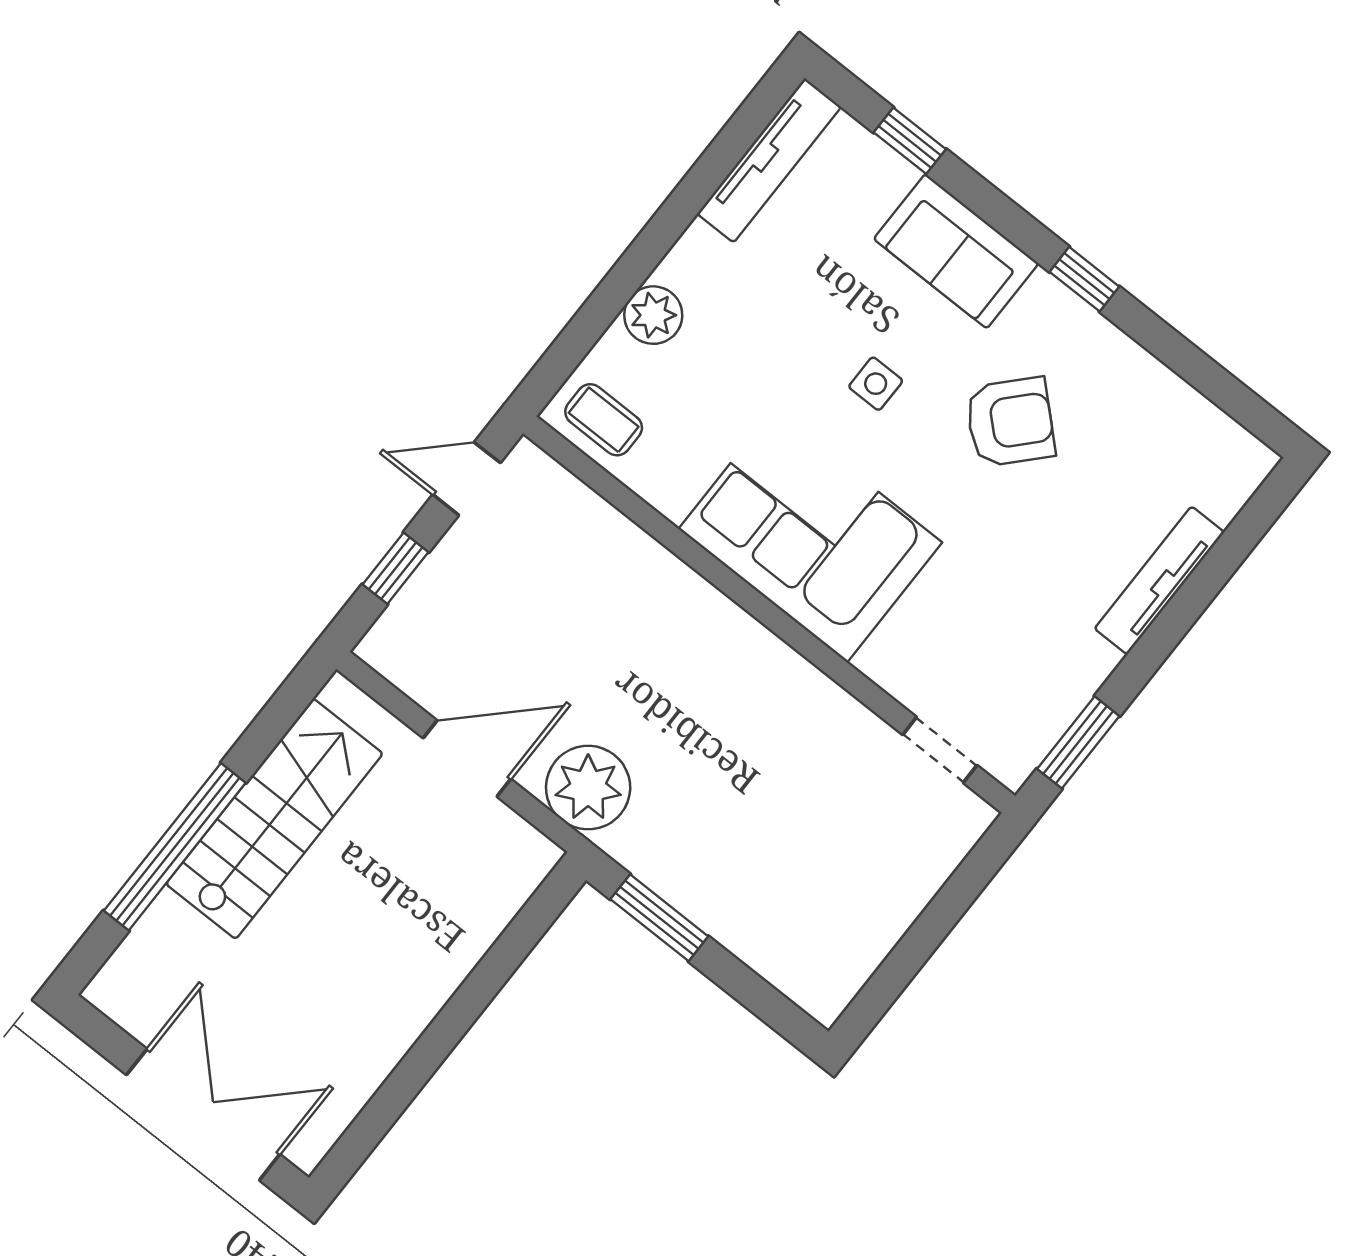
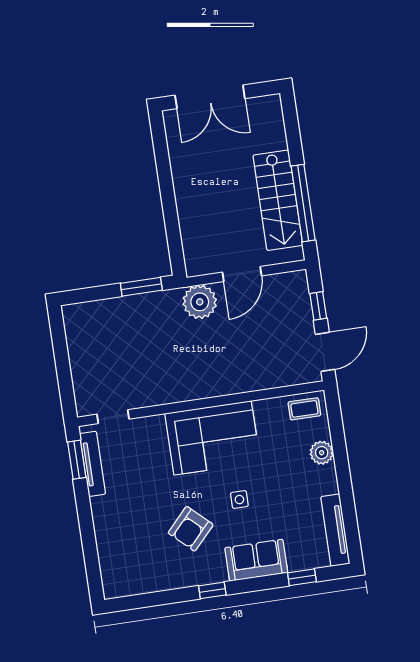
door: (467, 479) -> (325, 352), width x1.38
tv unit: (1159, 580) -> (93, 464), moved
window: (175, 847) -> (303, 203), moved

